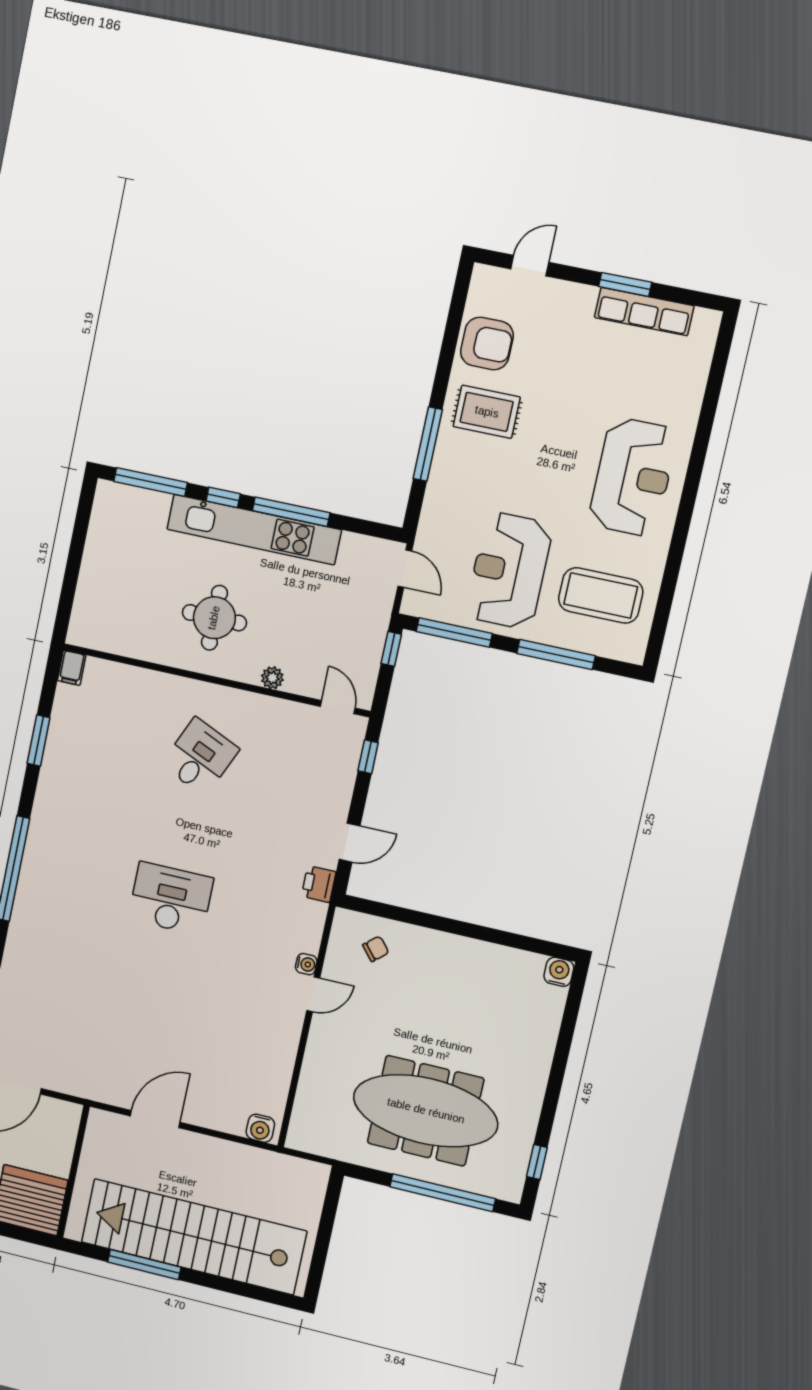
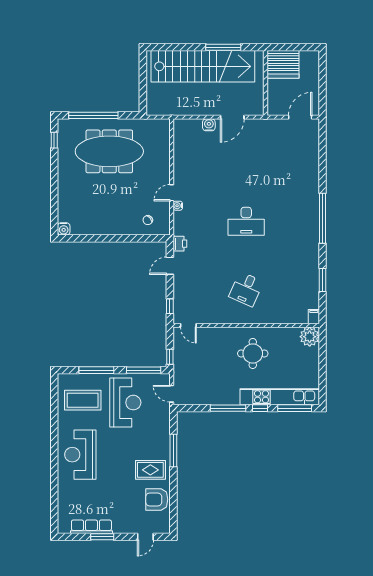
kitchen unit: (254, 529) -> (280, 397), moved
plant: (272, 678) -> (310, 337), moved, width x1.87, depth x1.87
water cooler: (260, 1128) -> (209, 125), moved

